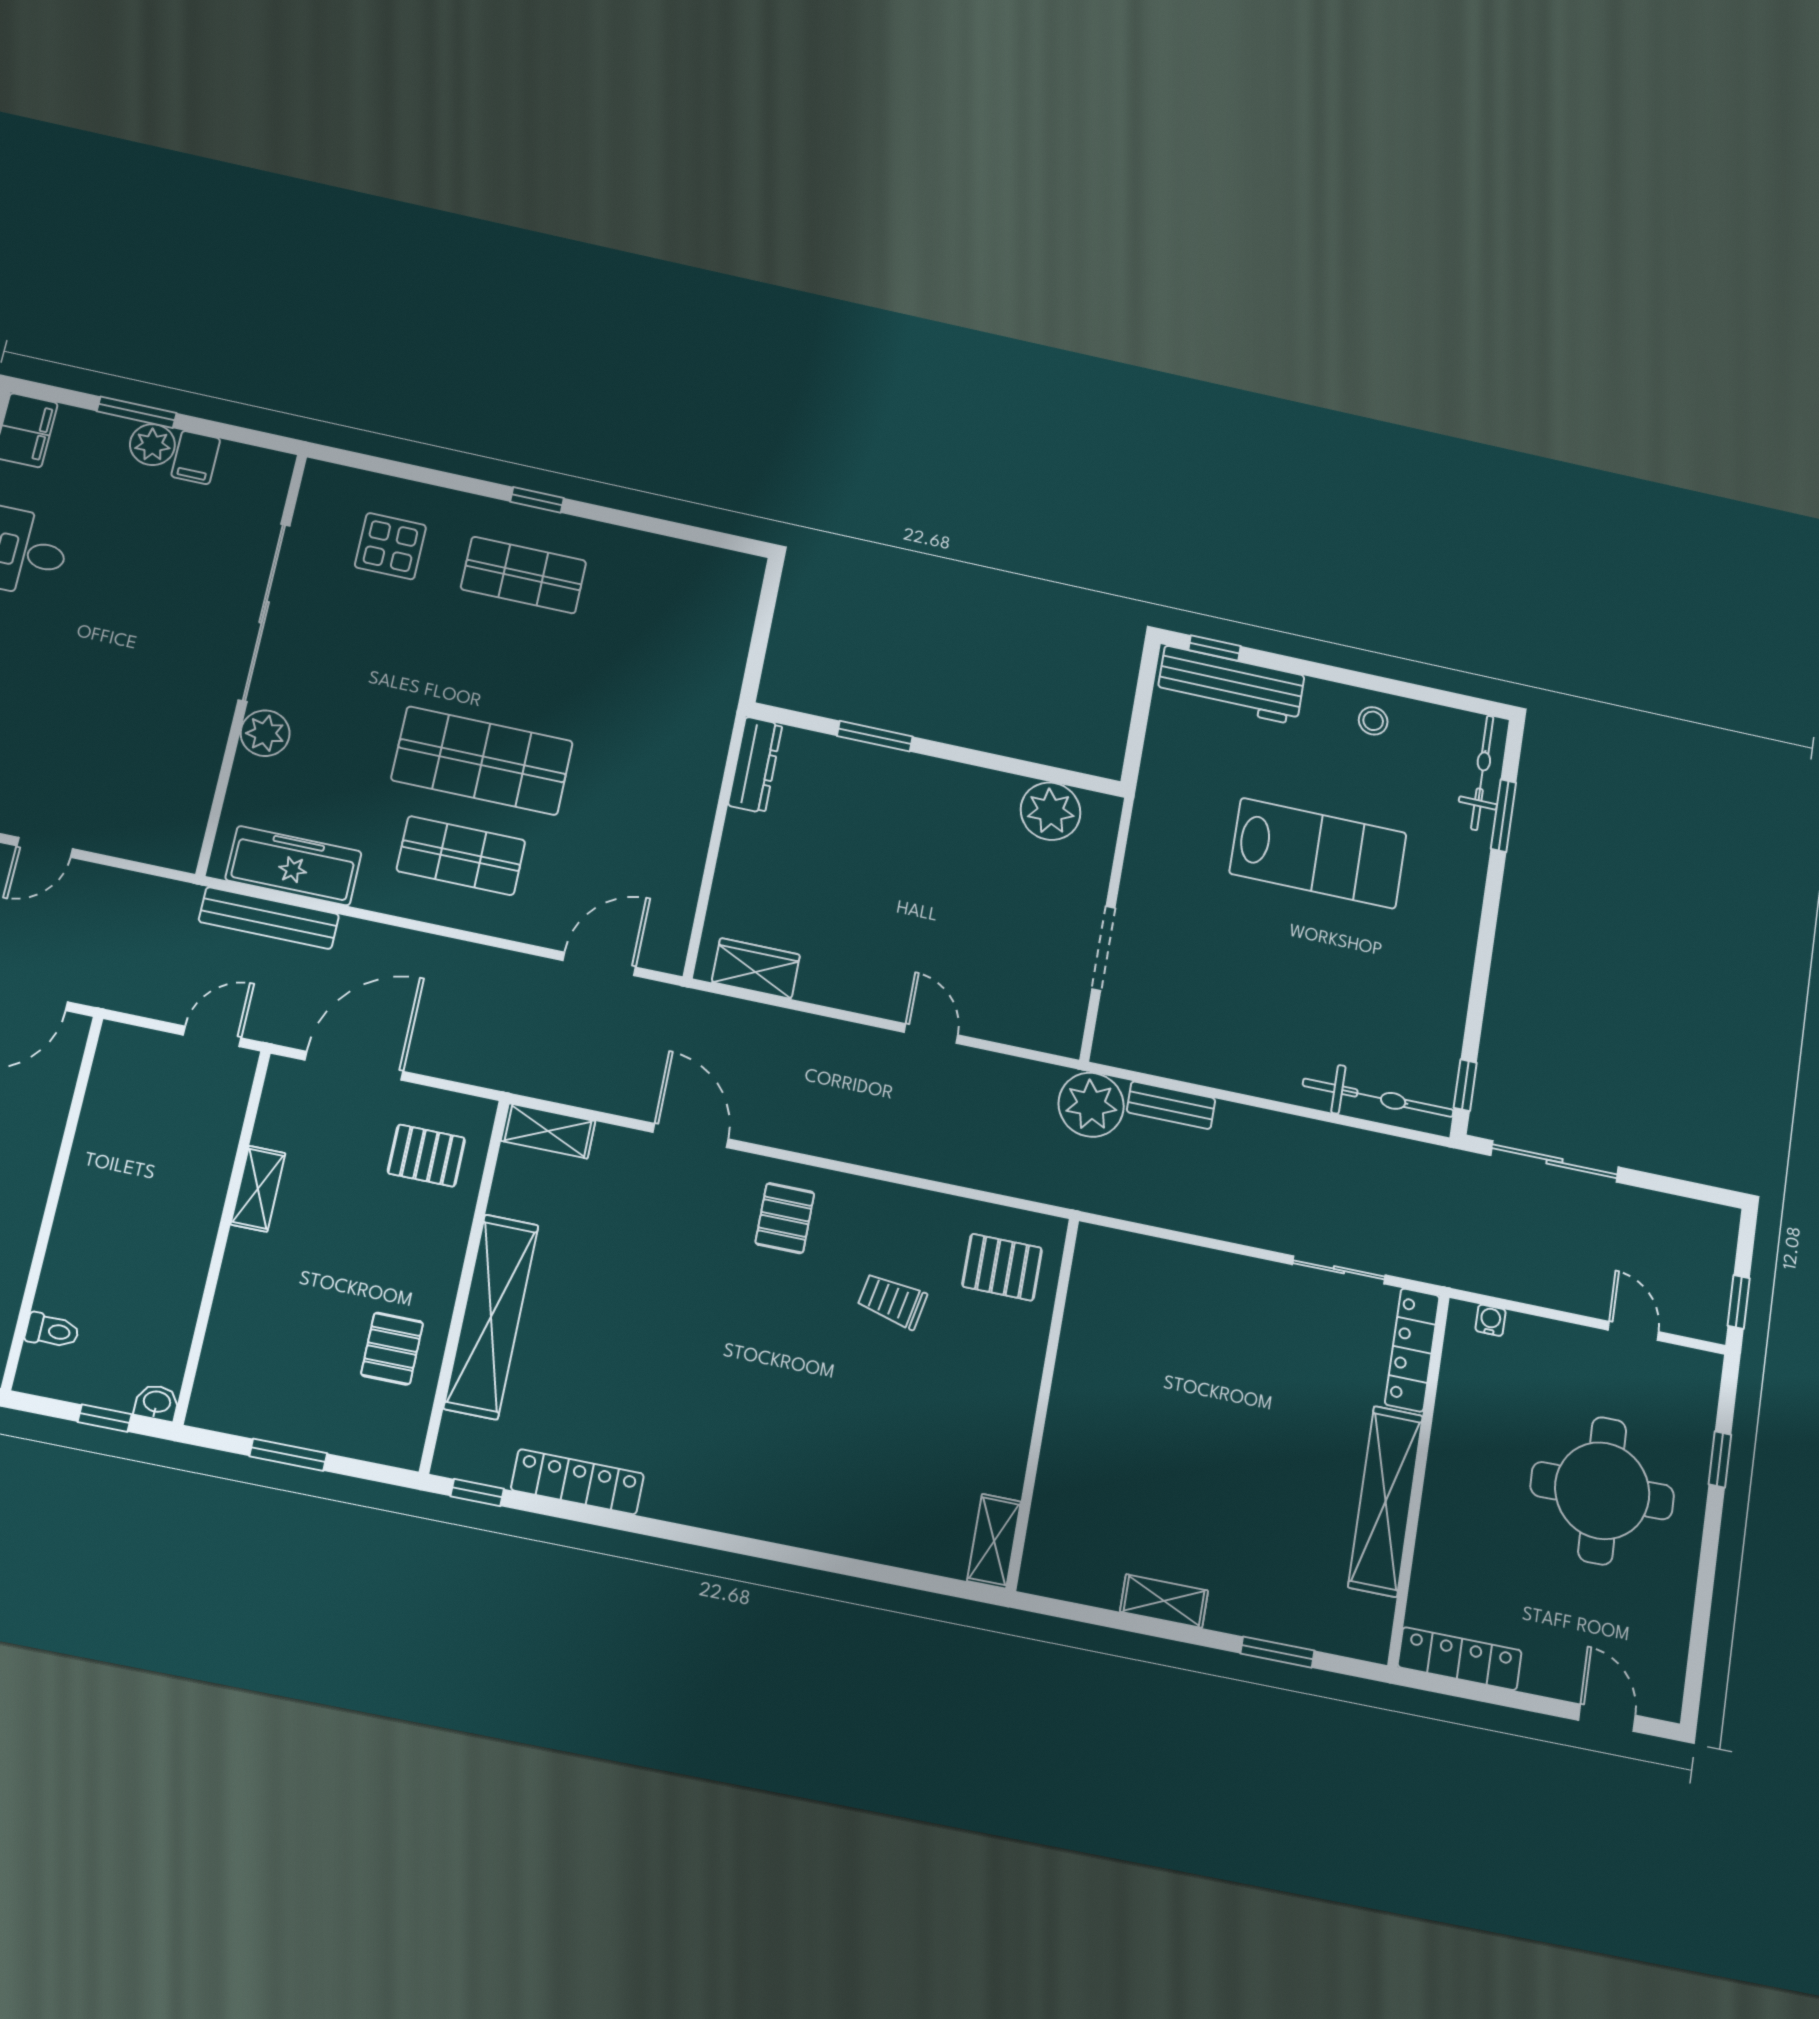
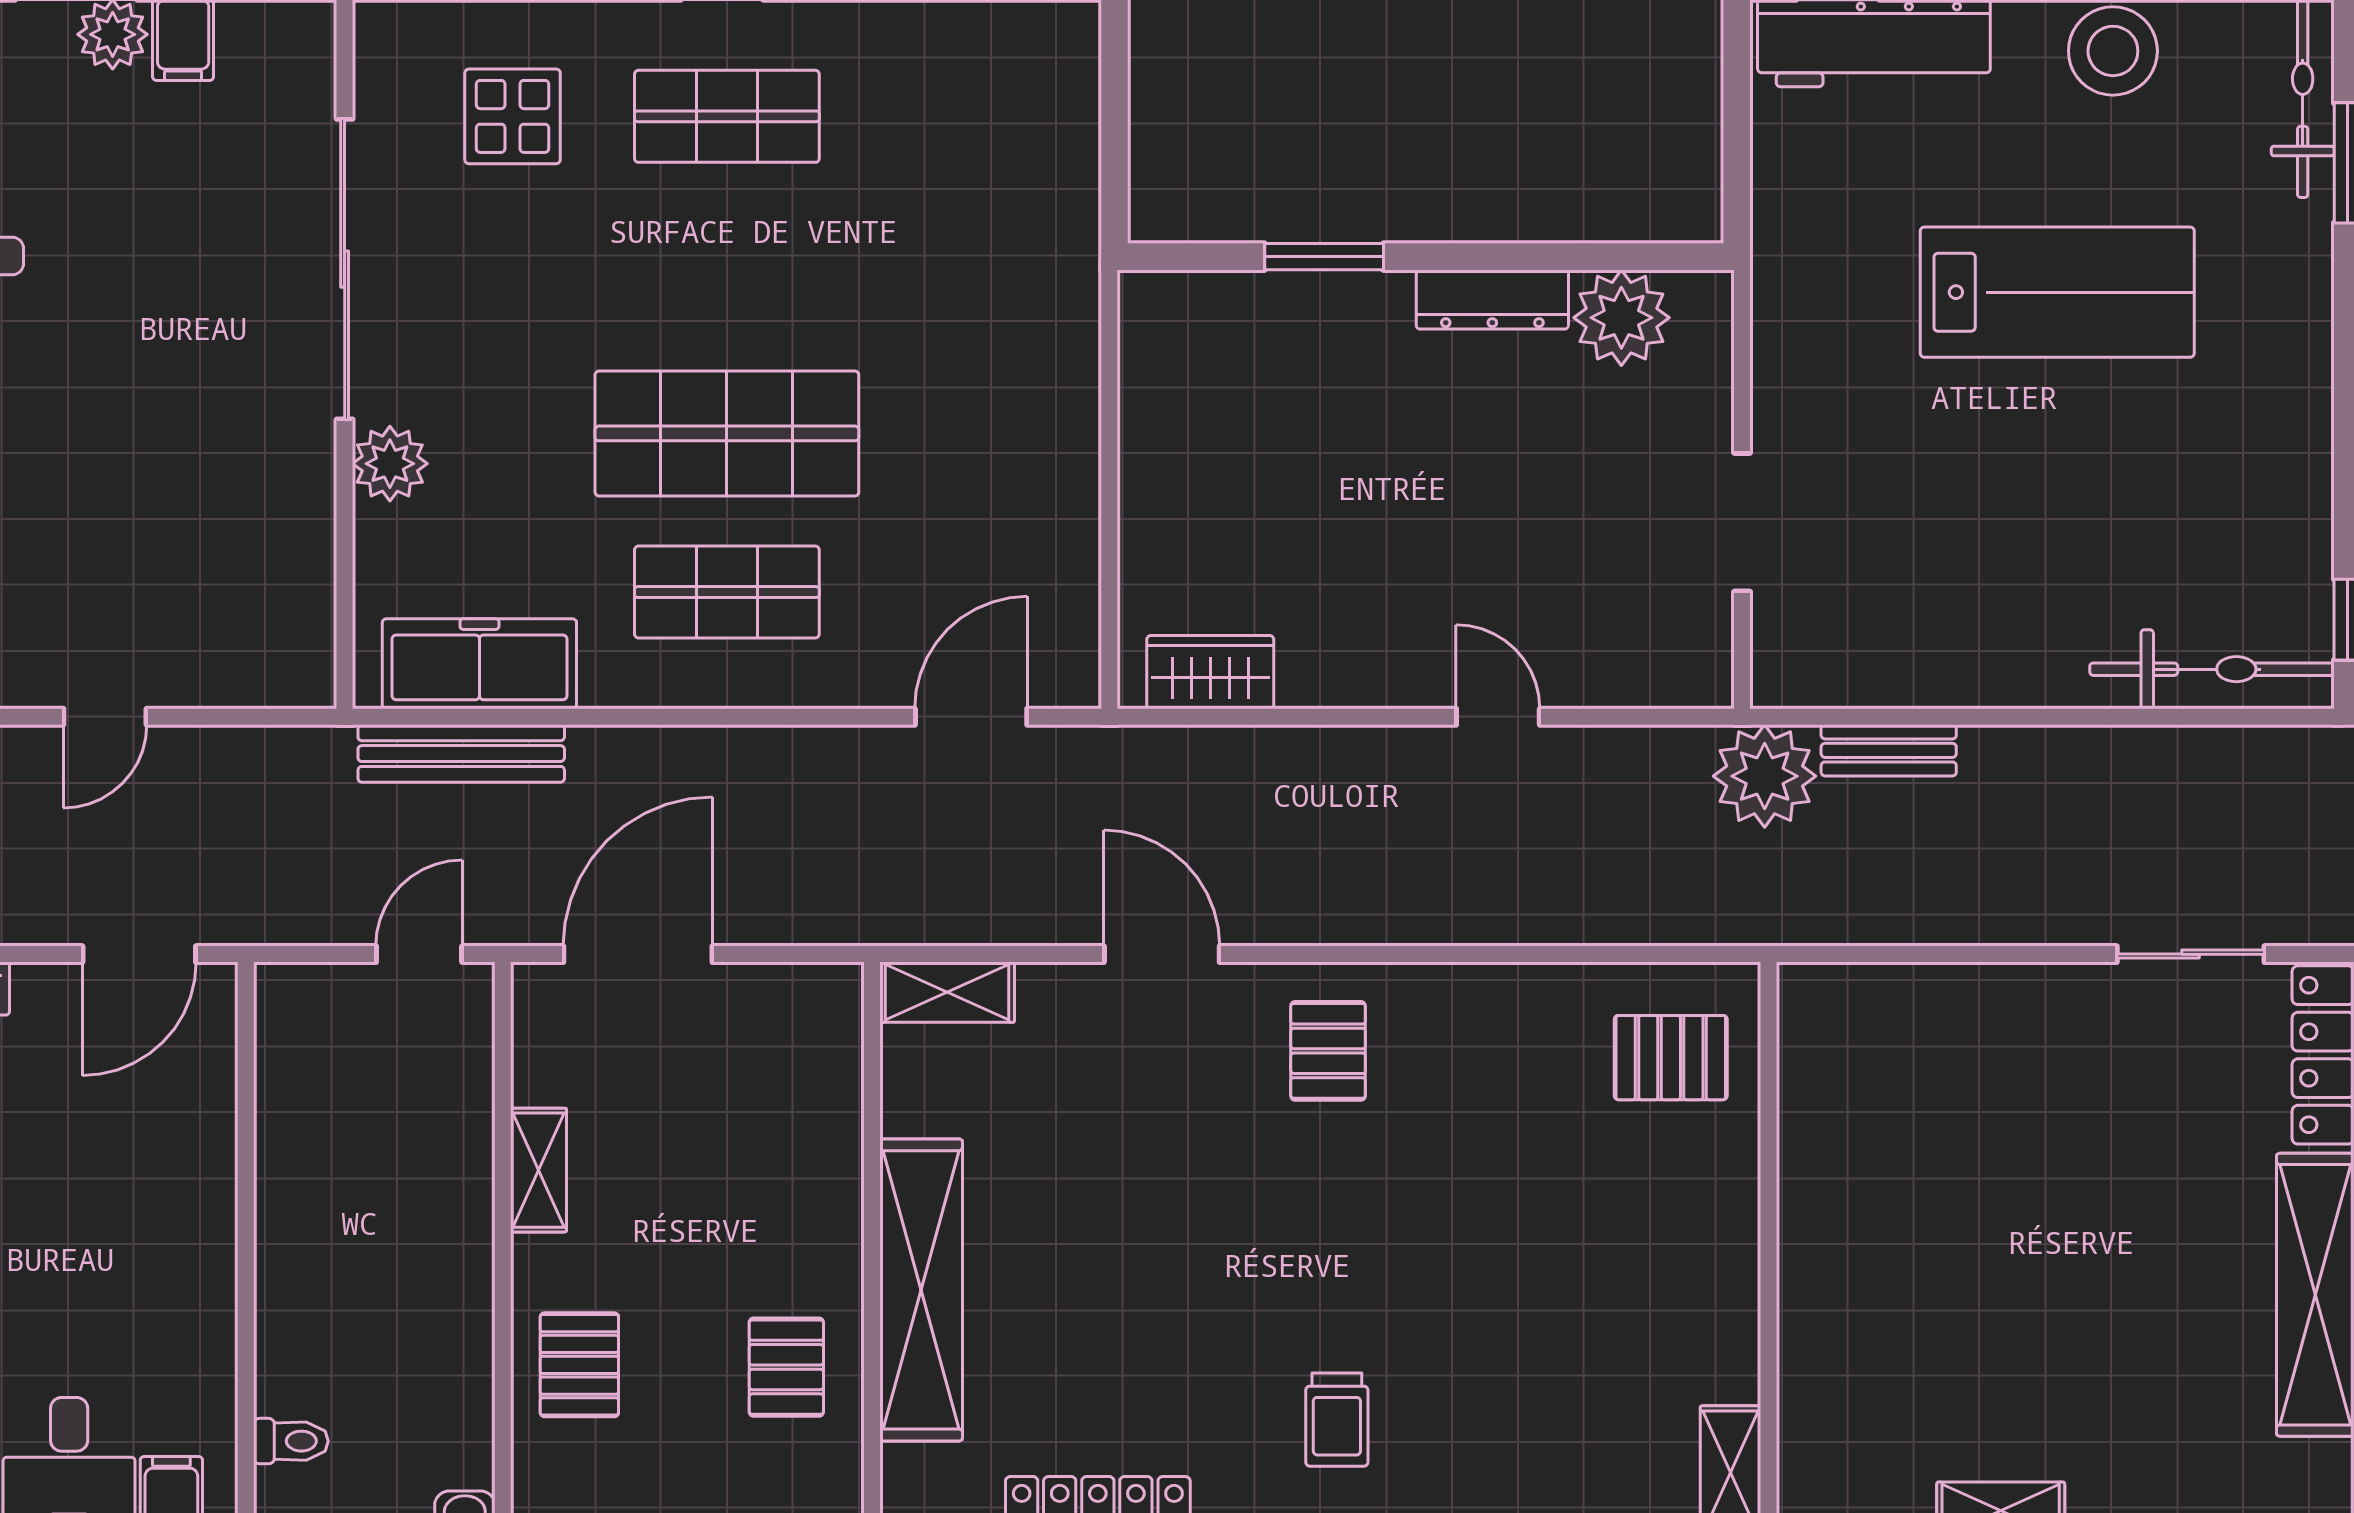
stool: (1373, 721) -> (2113, 51), width x1.89, depth x1.89
dresser: (755, 765) -> (1492, 300), moved, turned 90
pallet: (426, 1156) -> (579, 1365), moved, turned 90
trolley: (892, 1301) -> (1337, 1420), moved, turned -101

